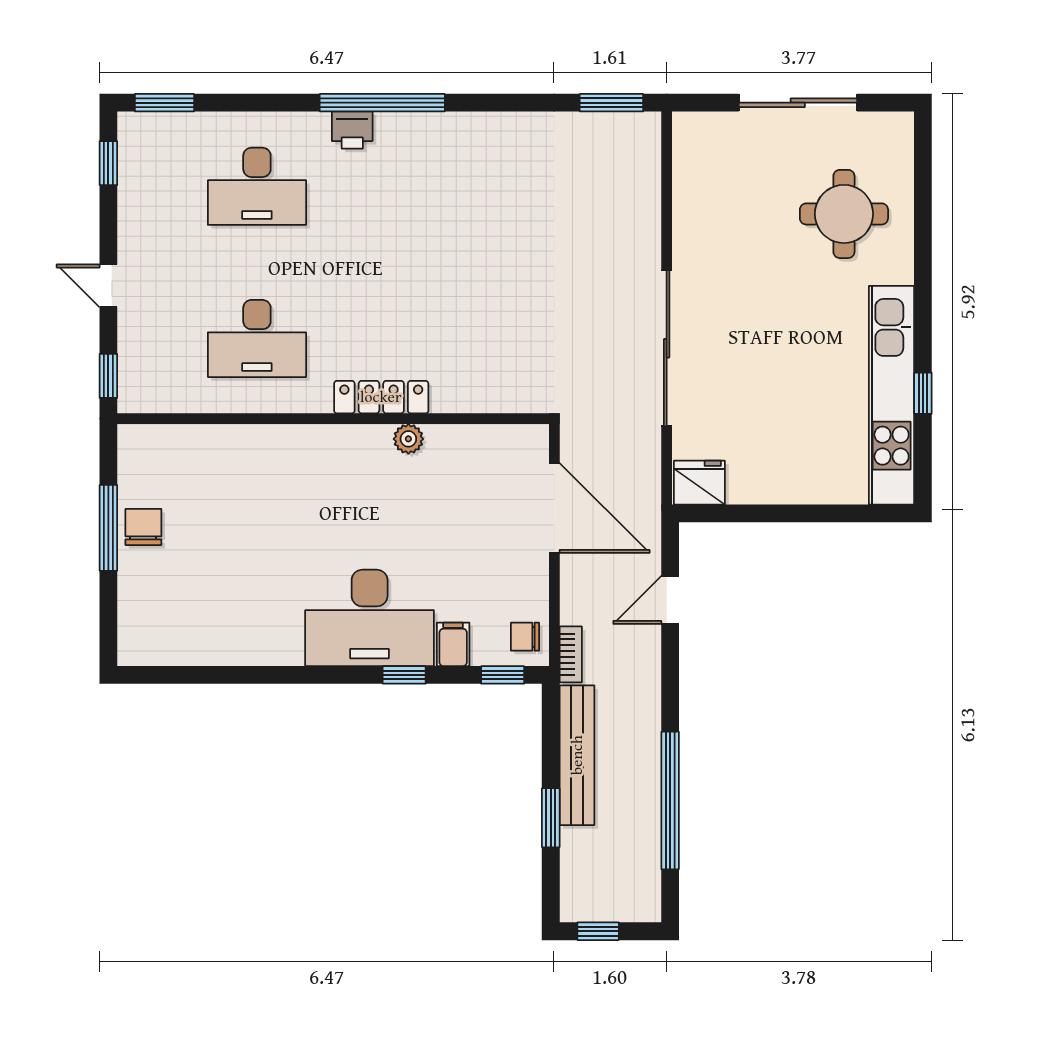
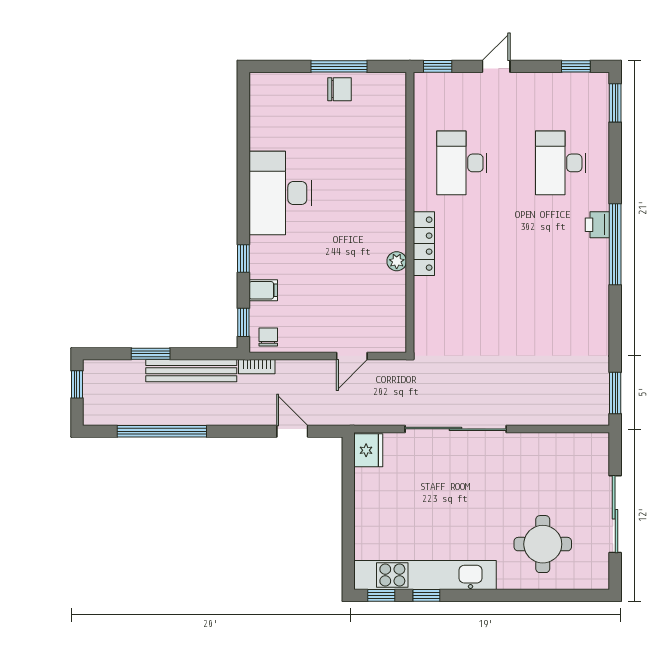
window: (923, 463) -> (381, 595), added
door: (554, 508) -> (352, 356), width x0.53
desk: (370, 618) -> (280, 193), moved

